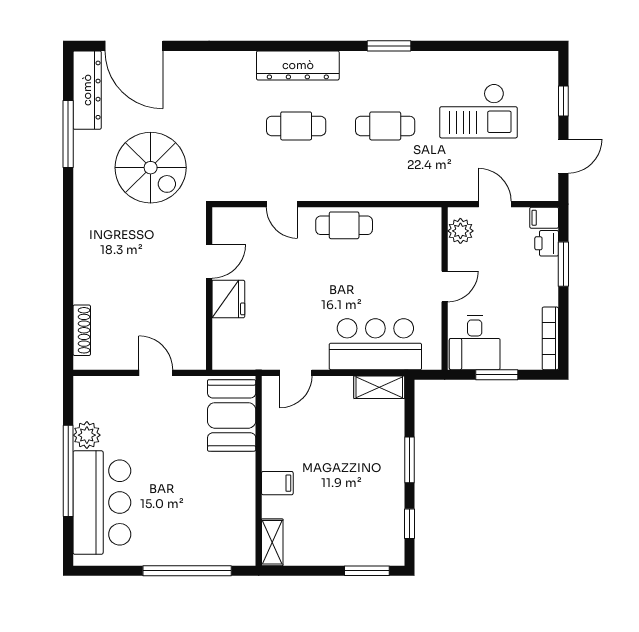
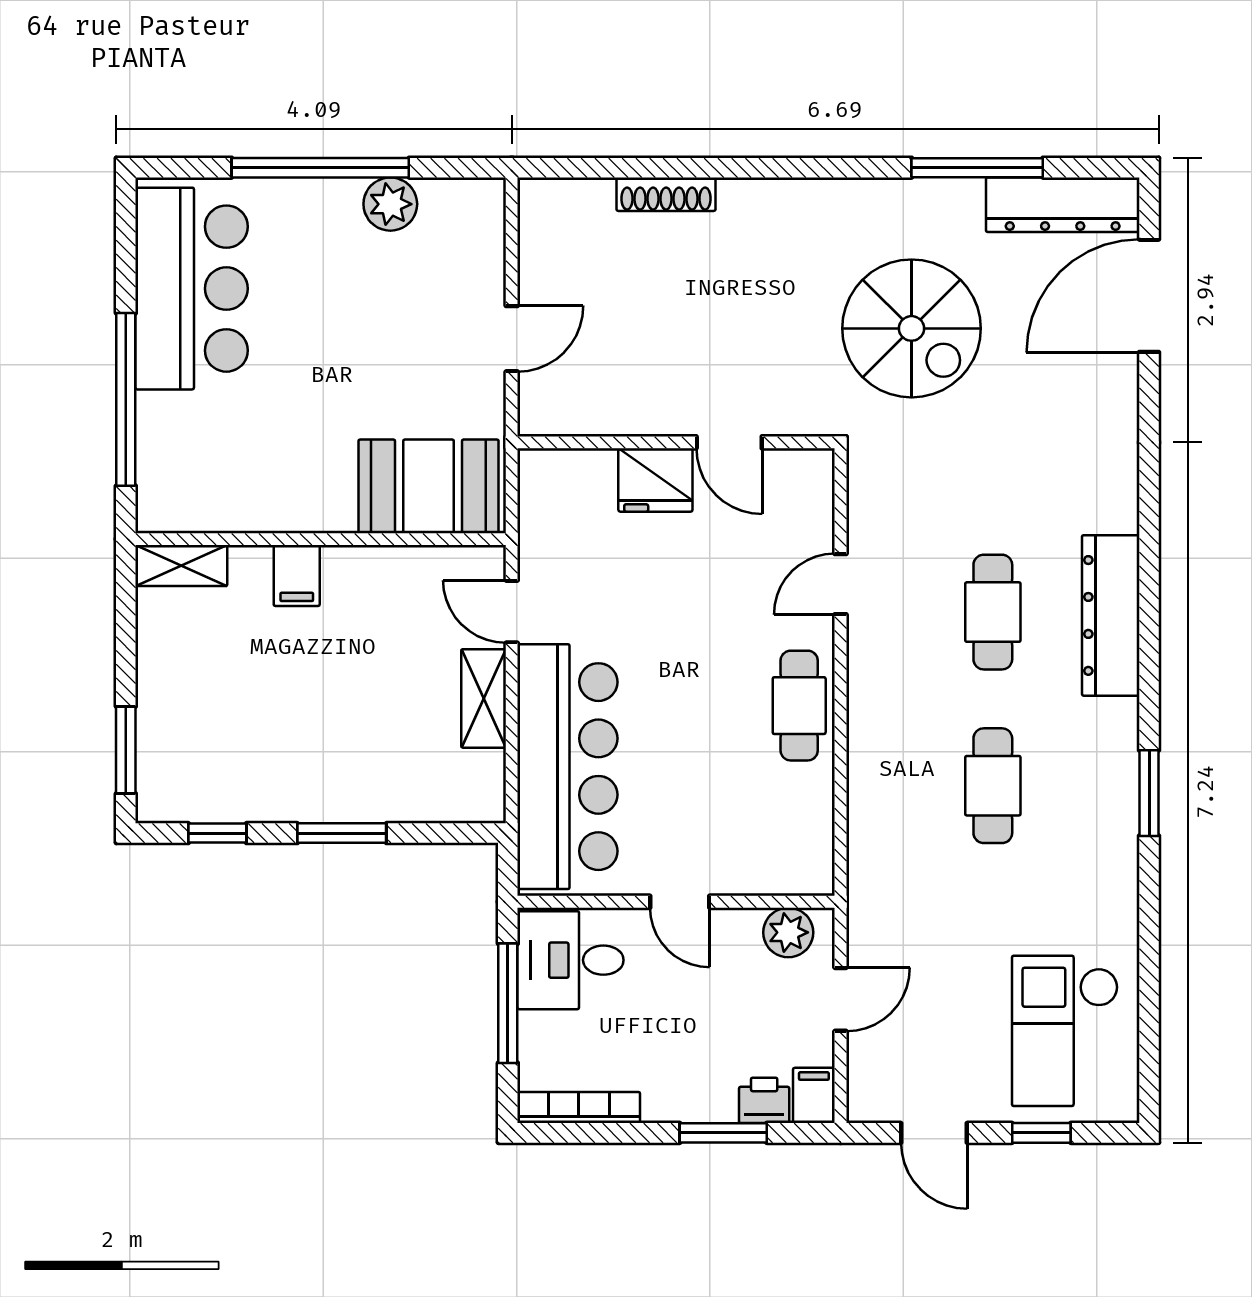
checkout: (479, 111) -> (1065, 1031), moved
spiral stairs: (151, 168) -> (912, 328), turned -90
shoe rack: (82, 330) -> (666, 194), moved
bar counter: (375, 344) -> (567, 767), width x1.36
window: (497, 375) -> (508, 1003), width x1.44
shelving: (379, 387) -> (484, 698), moved
bar counter: (102, 503) -> (192, 289), moved, turned -90

